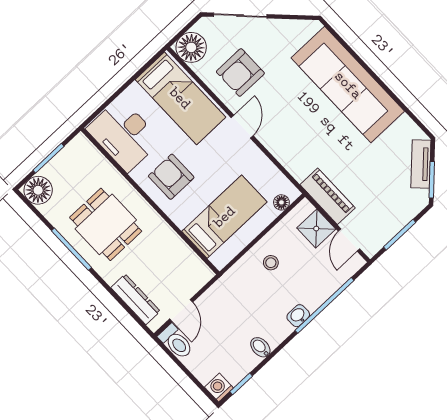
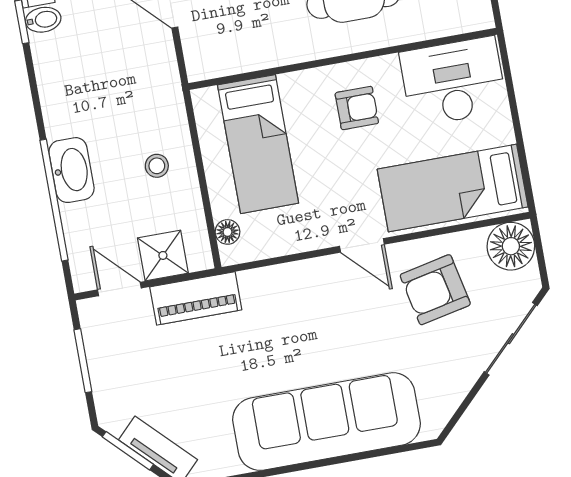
armchair: (240, 72) -> (435, 290), turned -102
armchair: (171, 177) -> (357, 108), width x0.72, depth x0.72
washbasin: (298, 316) -> (72, 170), width x1.91, depth x1.45
bidet: (260, 347) -> (43, 20), moved

